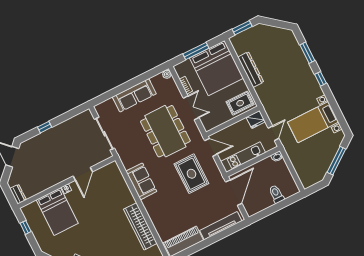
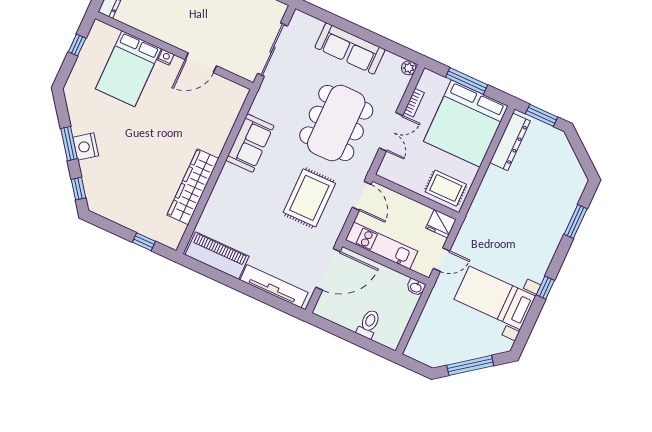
dresser: (251, 70) -> (510, 142), moved
window: (320, 79) -> (545, 288), moved

